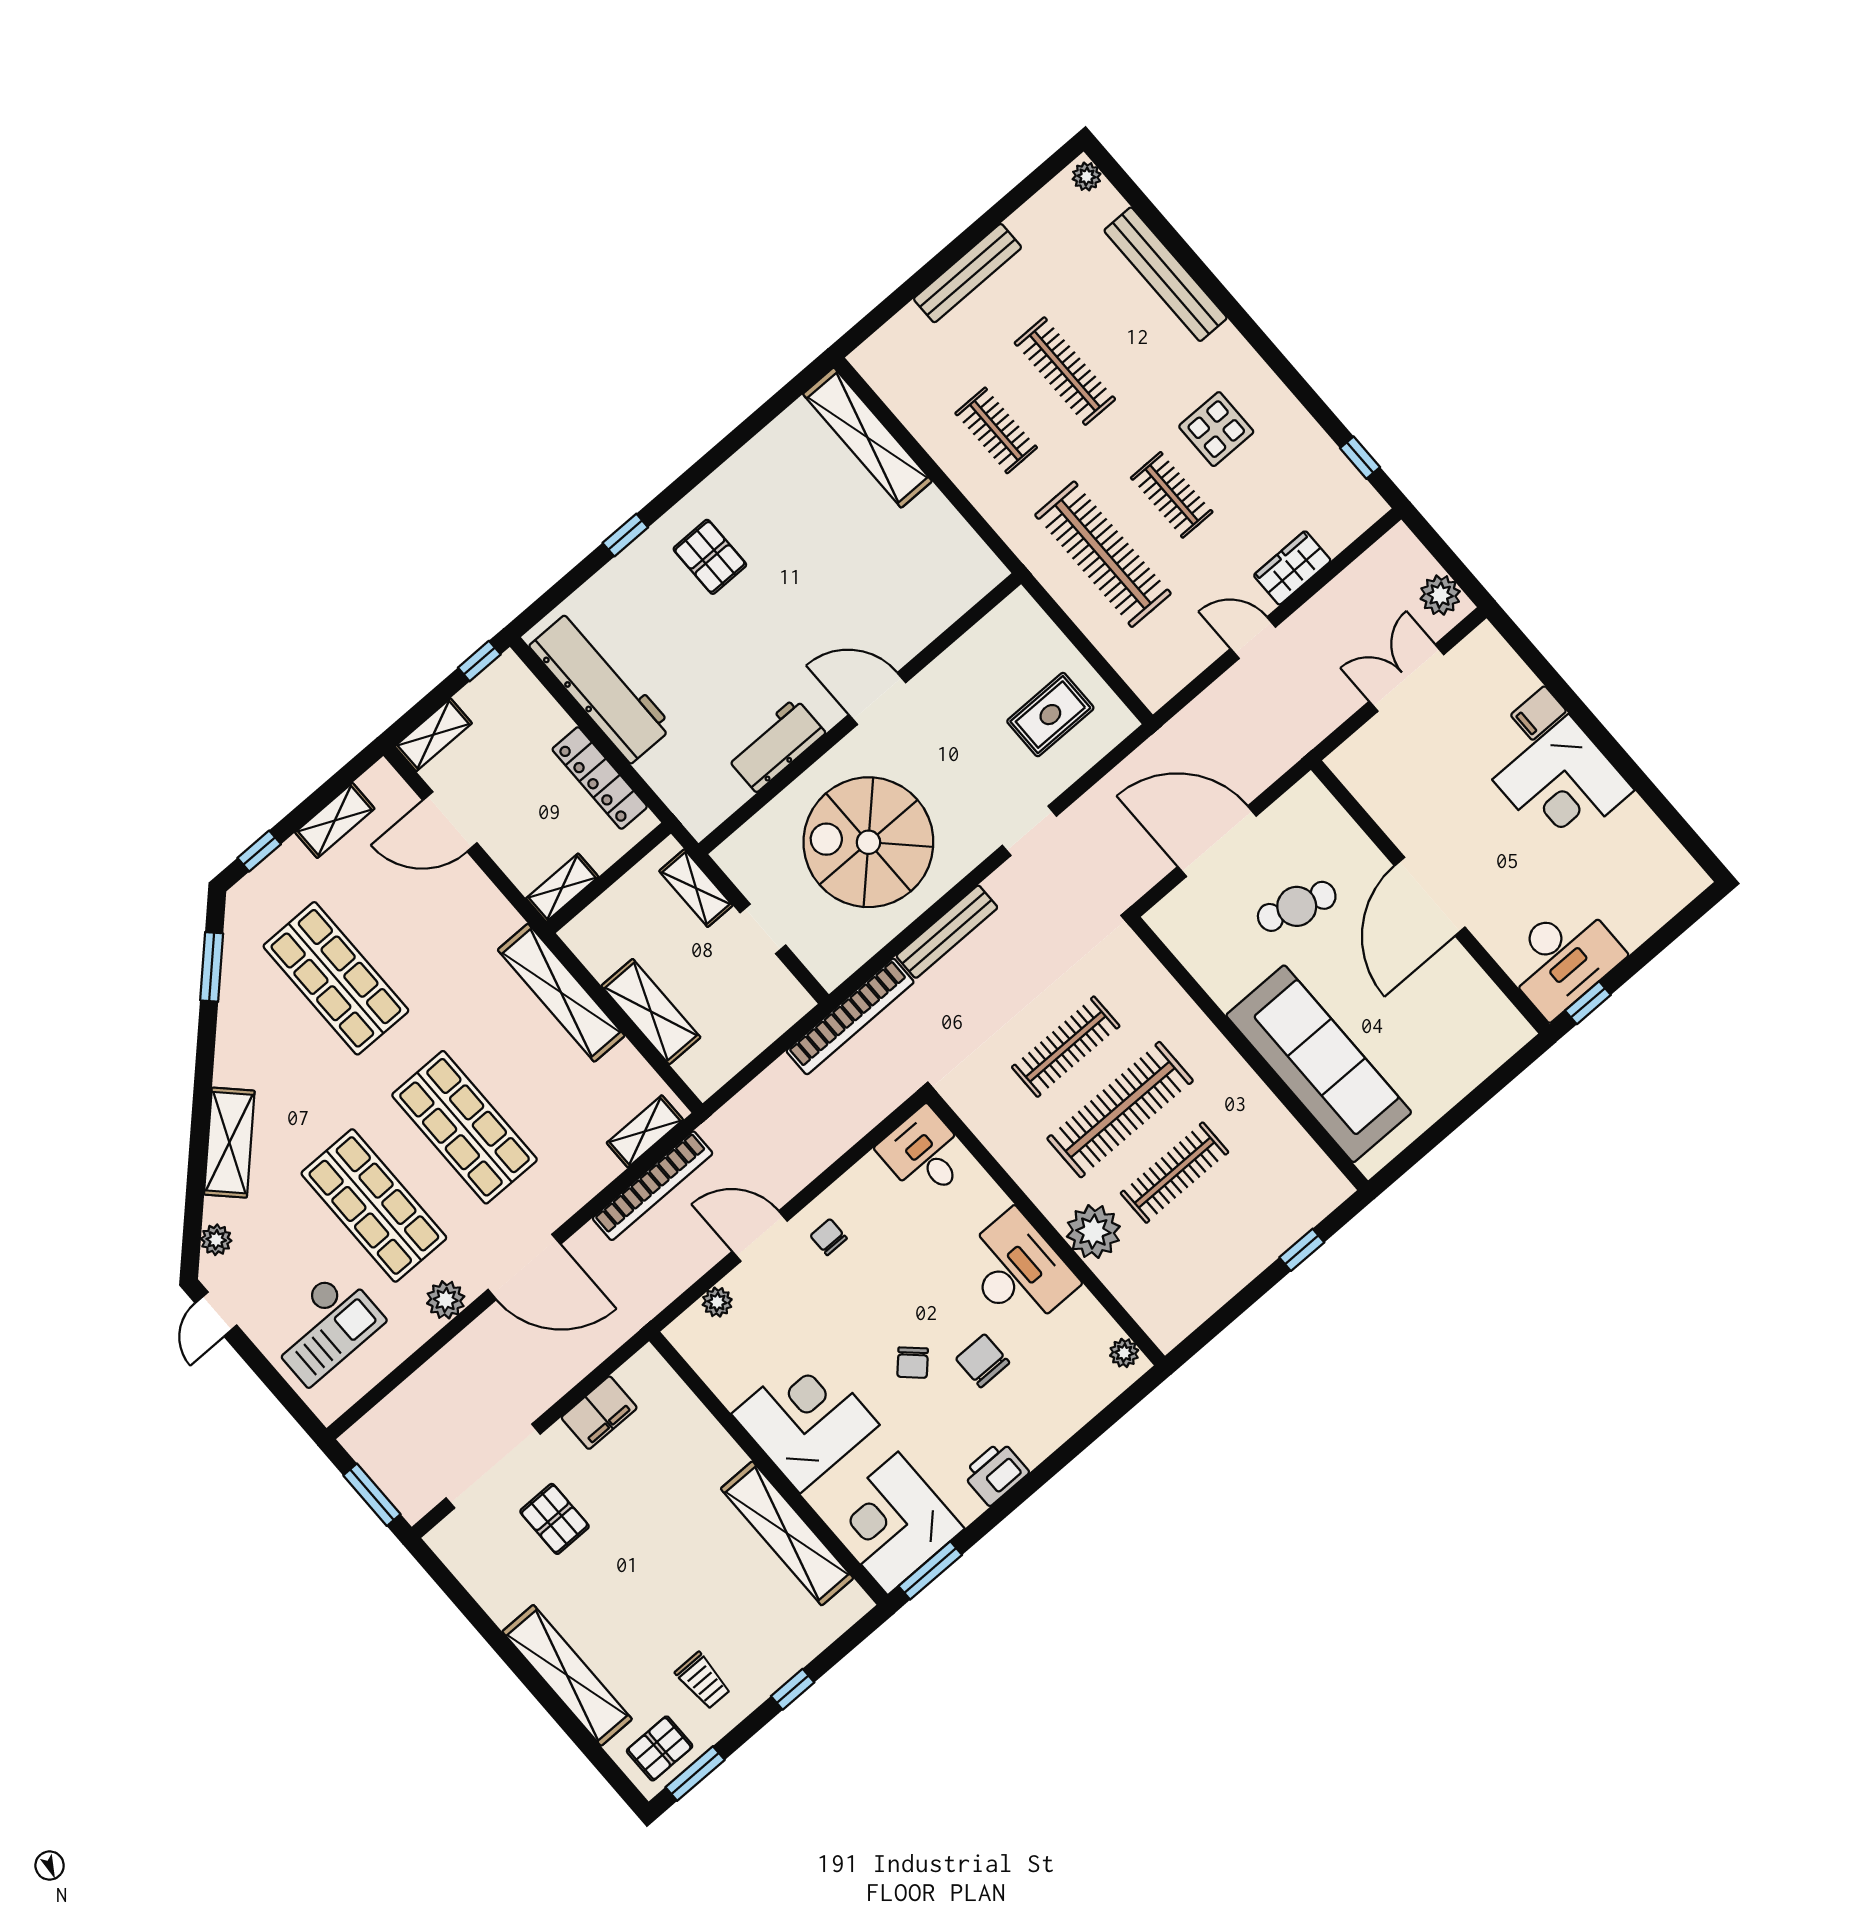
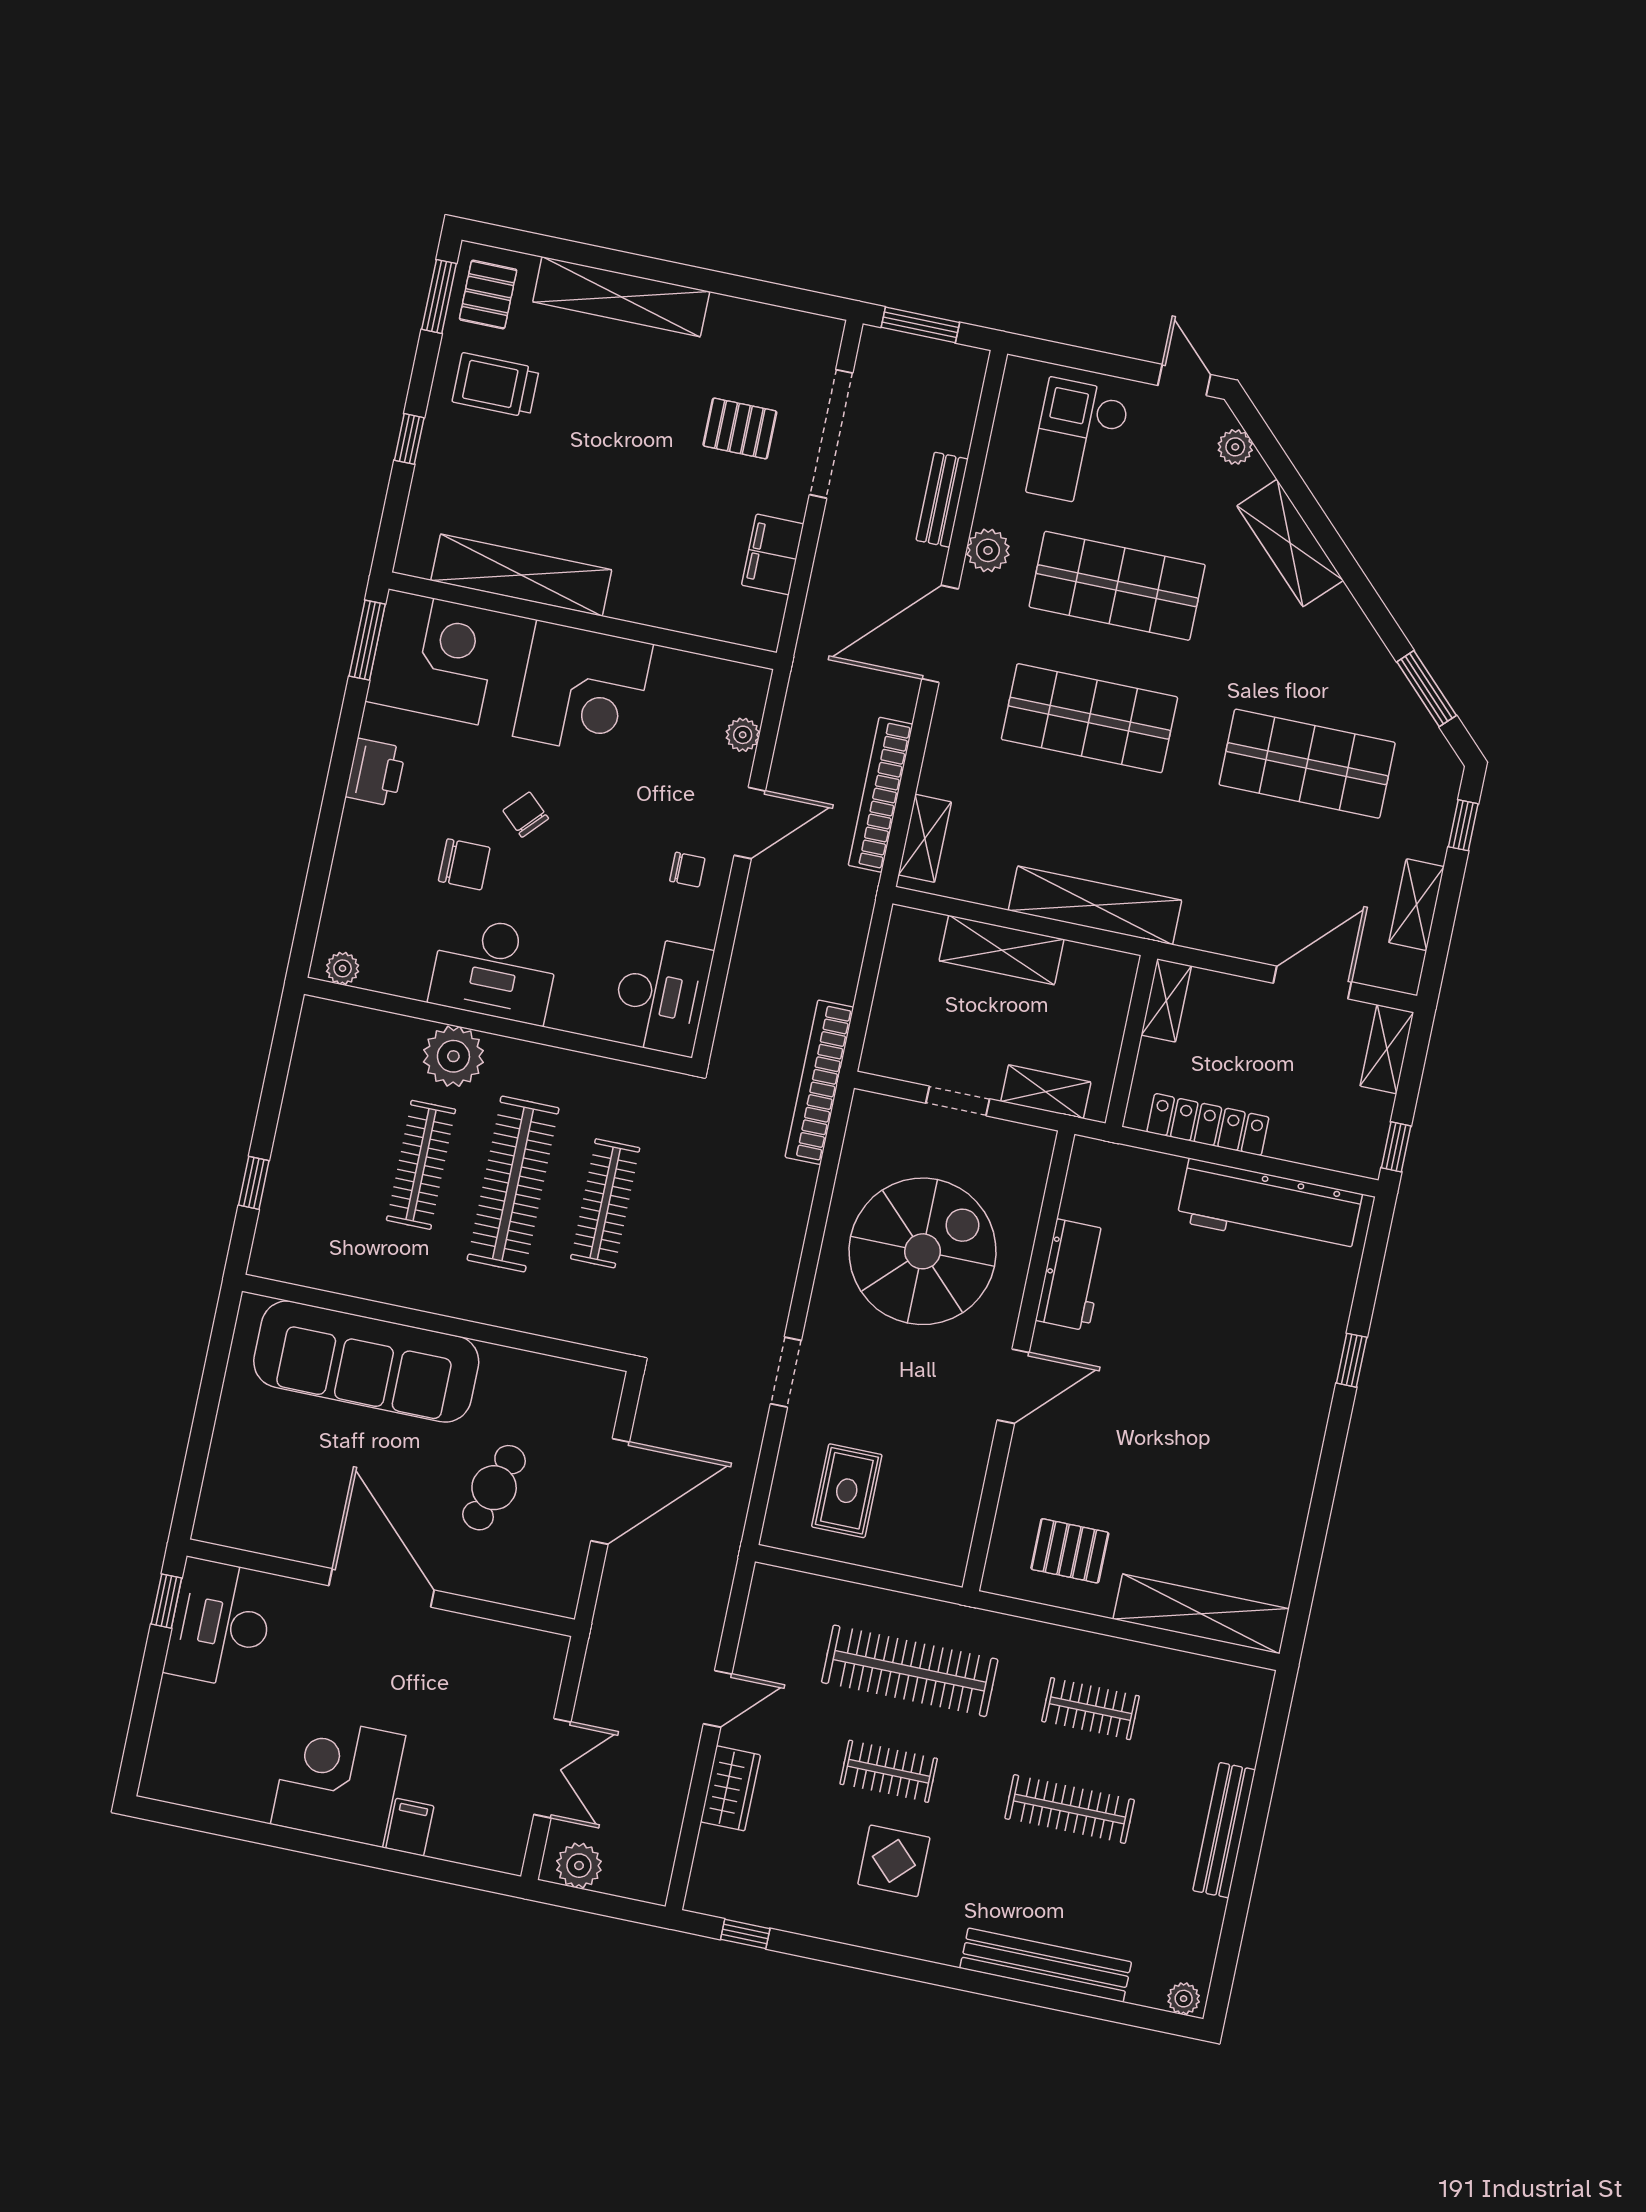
pallet: (710, 557) -> (1070, 1551), moved
bench: (947, 932) -> (942, 500), moved, width x0.73
desk: (925, 1154) -> (661, 996), width x1.37
trolley: (703, 1681) -> (496, 385), width x1.36, depth x1.39

